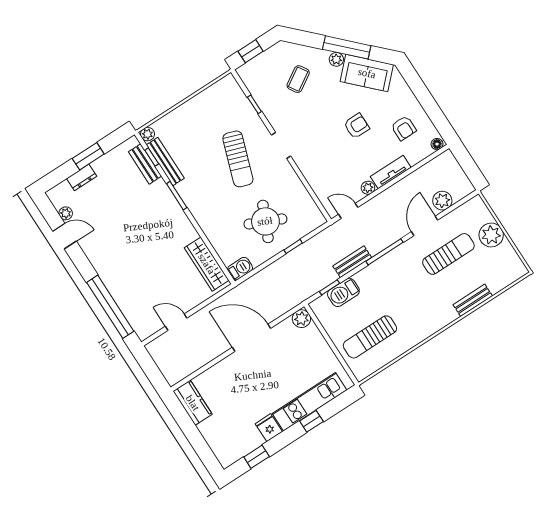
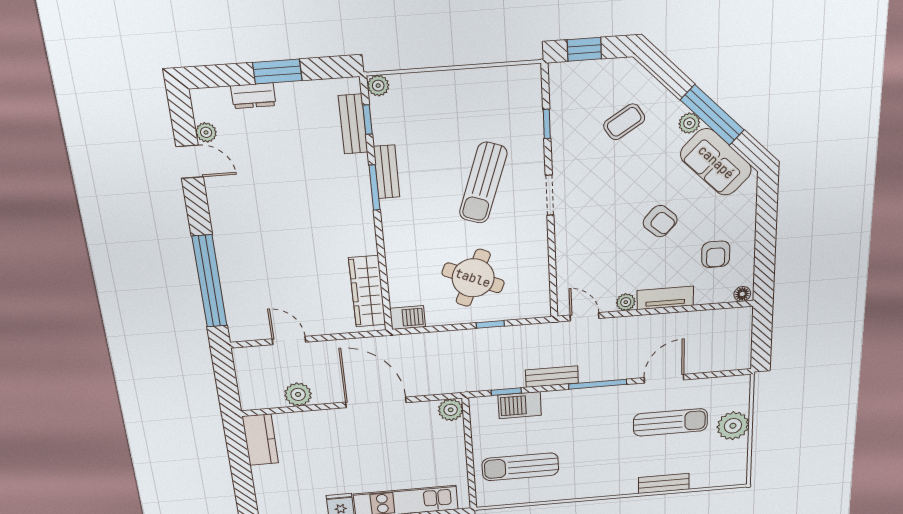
armchair: (356, 126) -> (660, 221), turned 42
bench: (165, 162) -> (387, 172), moved, width x0.73
plant: (442, 201) -> (298, 394), moved

